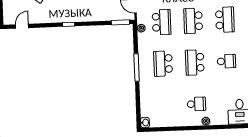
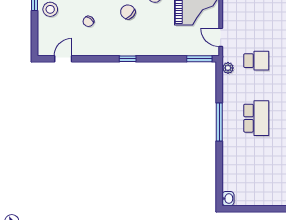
school desk: (162, 22) -> (256, 61), width x0.54
school desk: (163, 64) -> (256, 118), turned 180

